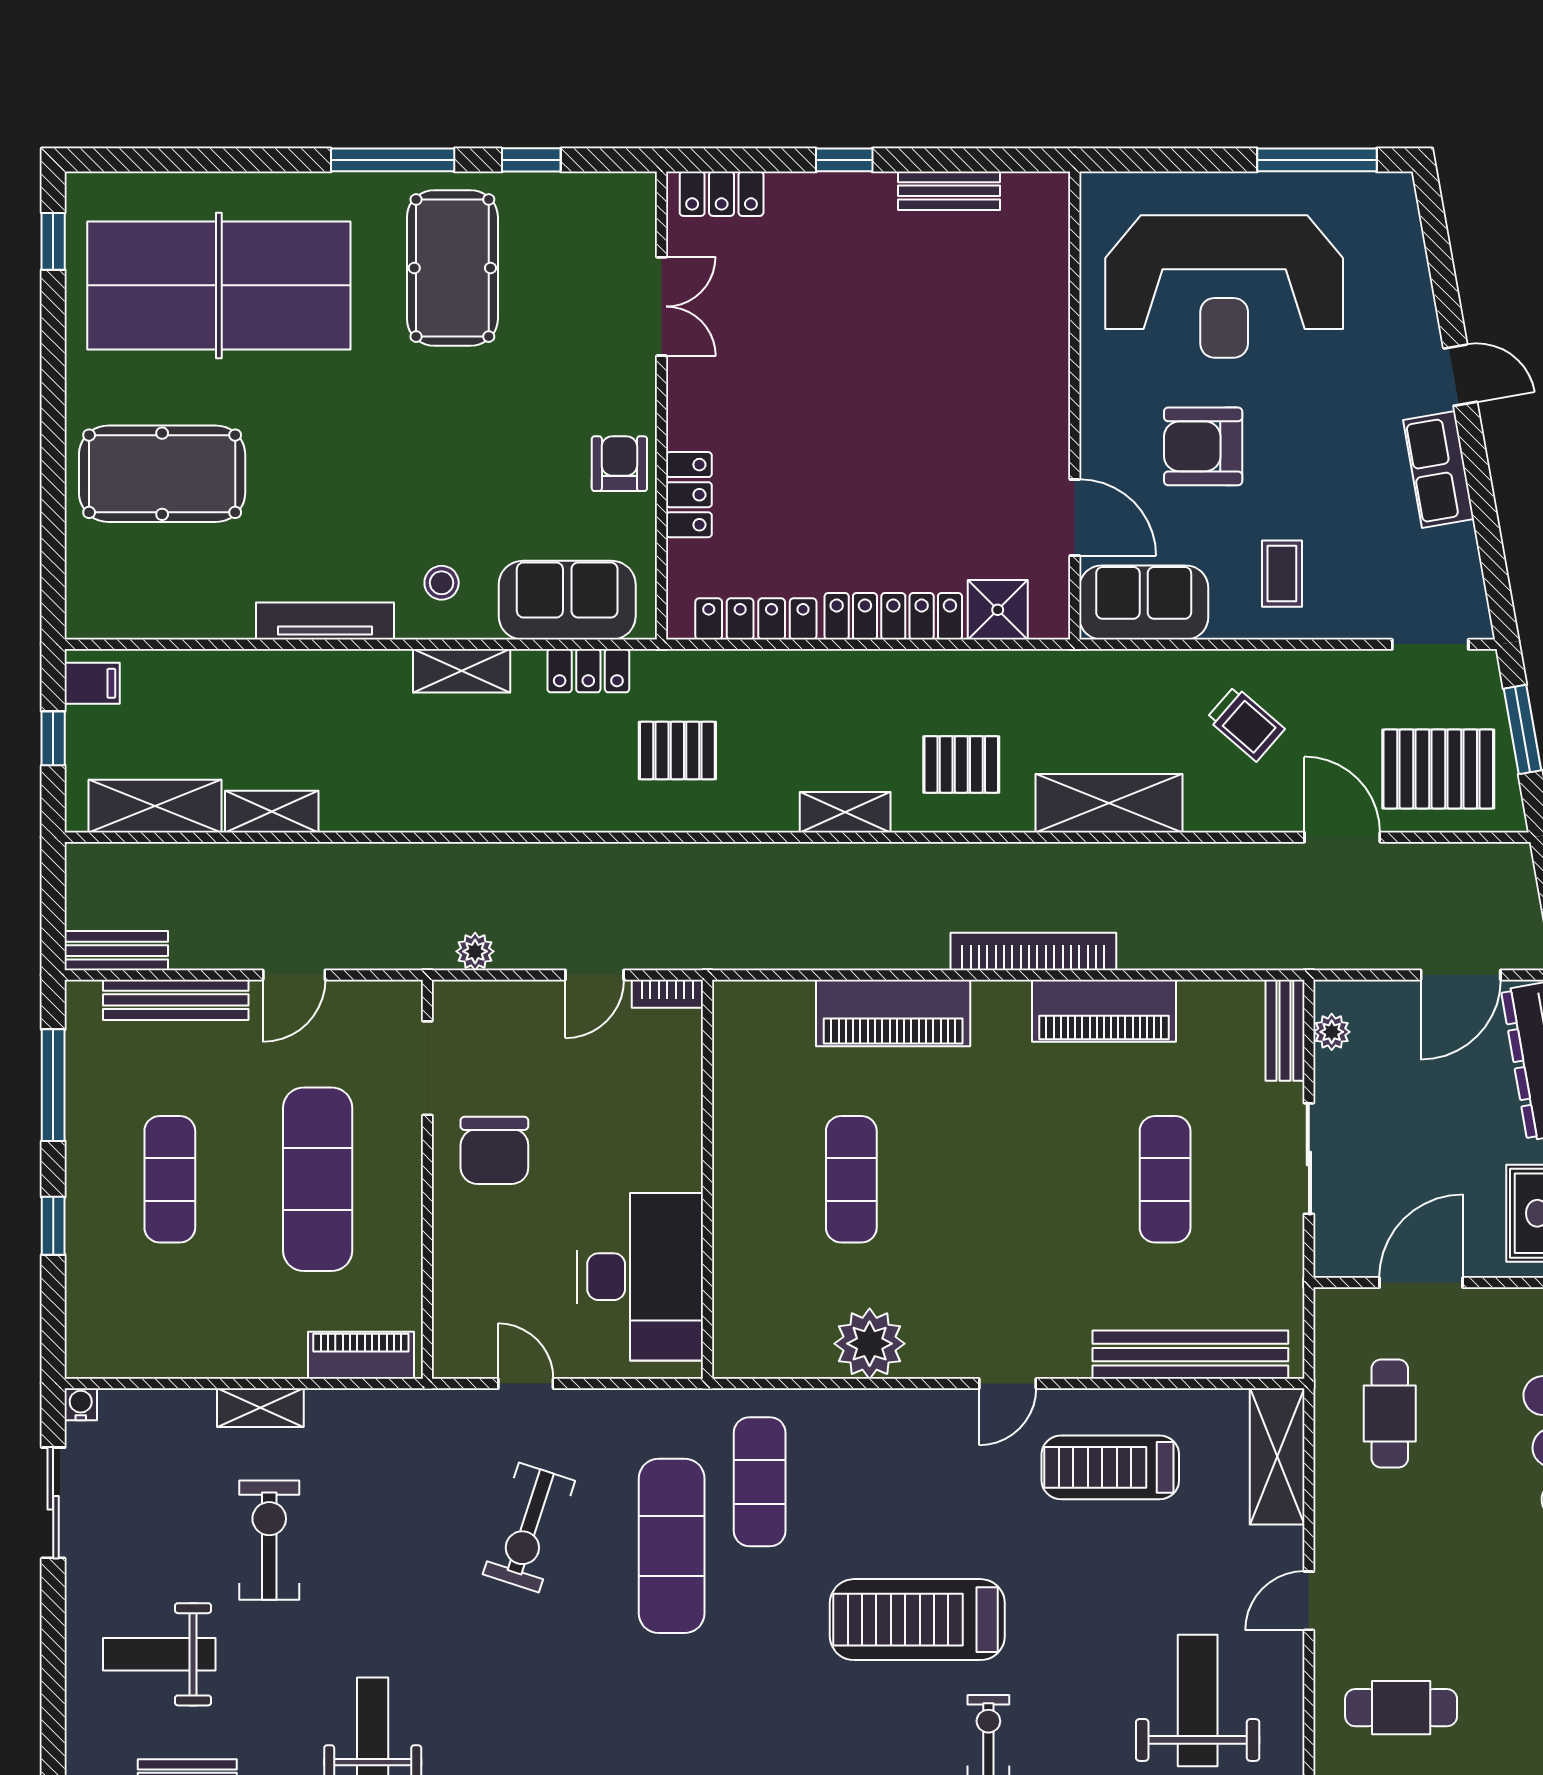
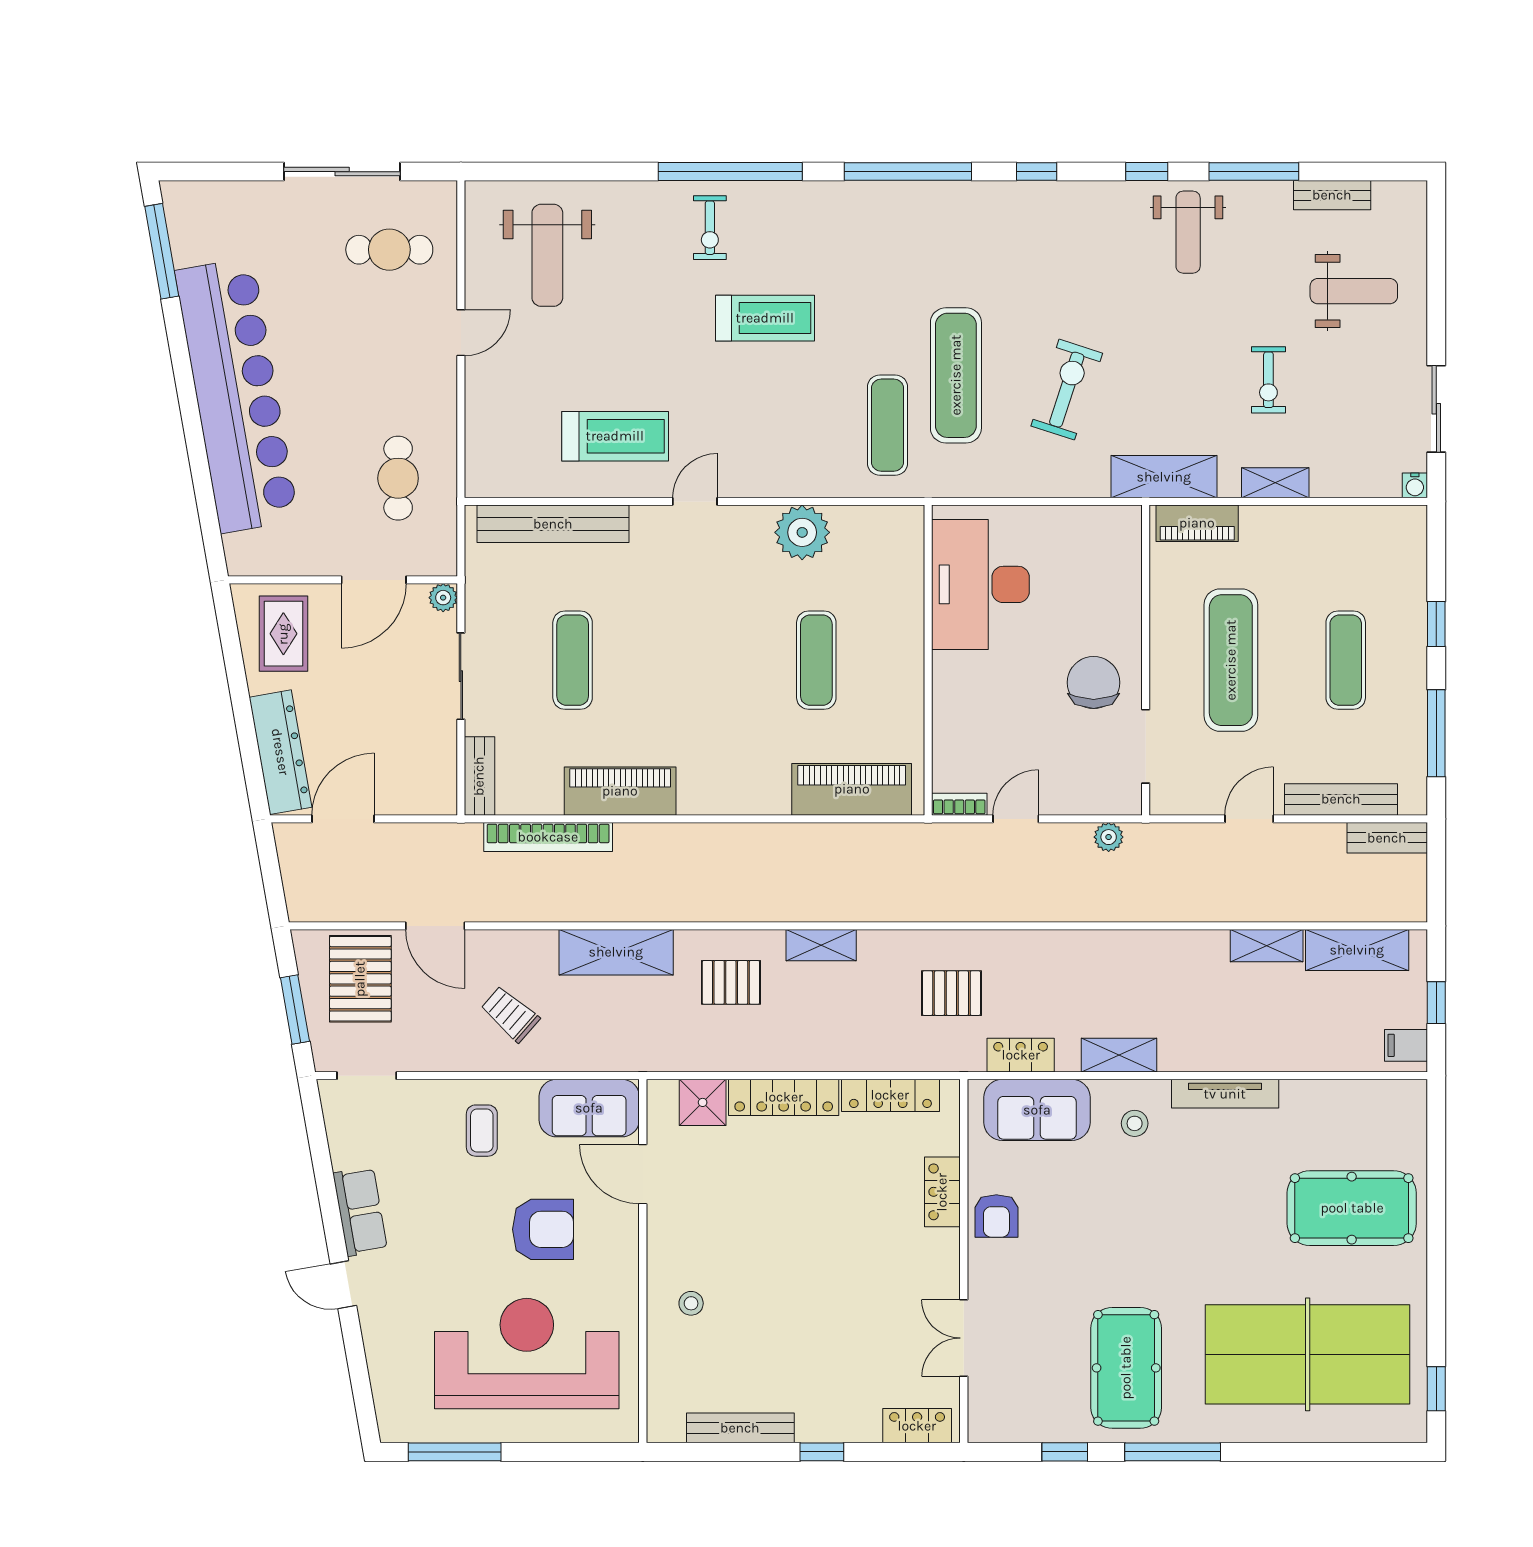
bench: (949, 191) -> (740, 1428), width x1.36
stool: (1013, 351) -> (691, 1303), added
pallet: (1438, 769) -> (360, 979), turned 90
bookcase: (1033, 952) -> (548, 837), moved
piano: (893, 1013) -> (852, 789), moved
plant: (1332, 1032) -> (443, 598), moved
door: (526, 1384) -> (1069, 501), removed
shelving: (1277, 1456) -> (1164, 477), moved, turned 90
exercise bike: (269, 1540) -> (1268, 380), width x0.73, depth x0.72
treadmill: (917, 1620) -> (765, 318), width x0.73, depth x0.73

